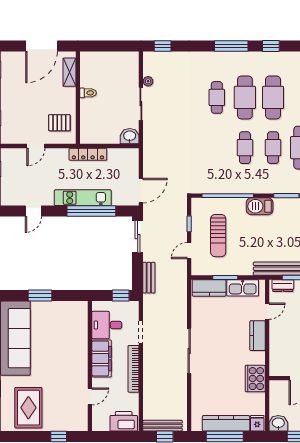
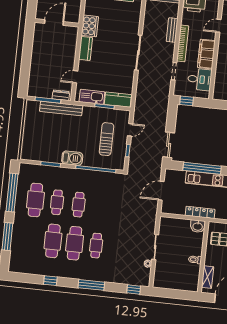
window: (231, 46) -> (91, 285), moved
washbasin: (130, 136) -> (198, 226), moved
door: (141, 191) -> (161, 191), moved
bench: (149, 278) -> (172, 30), moved
kitchen counter: (258, 336) -> (86, 48), moved

